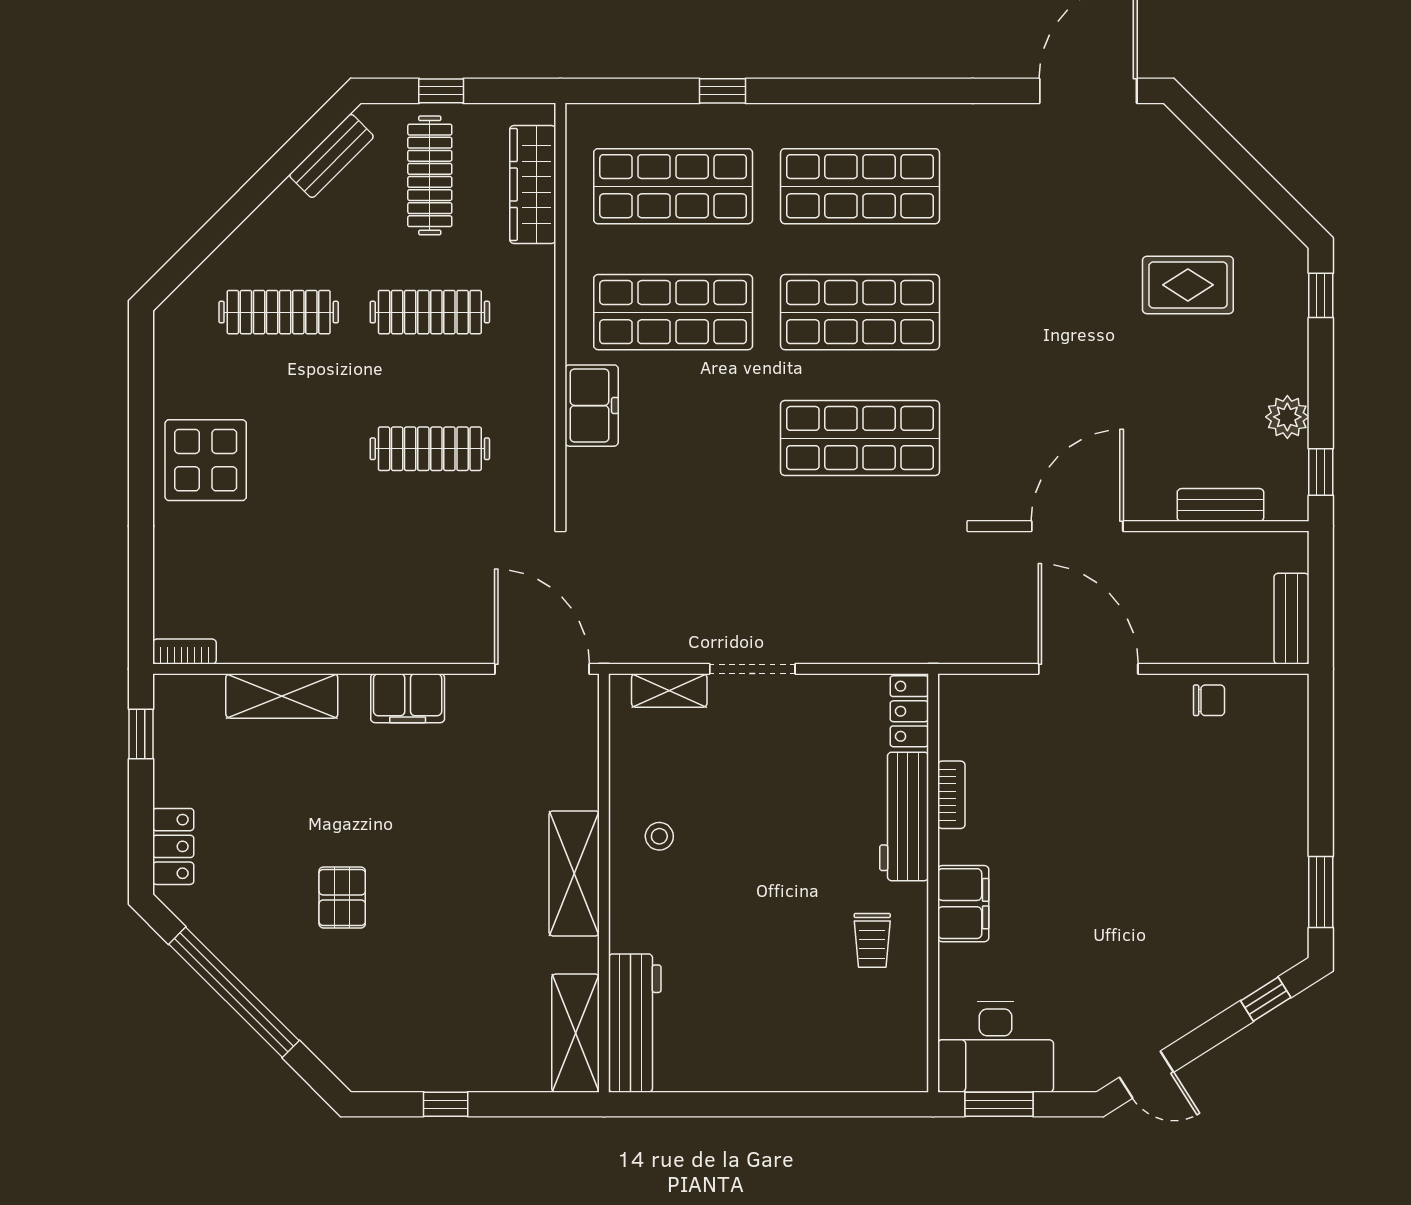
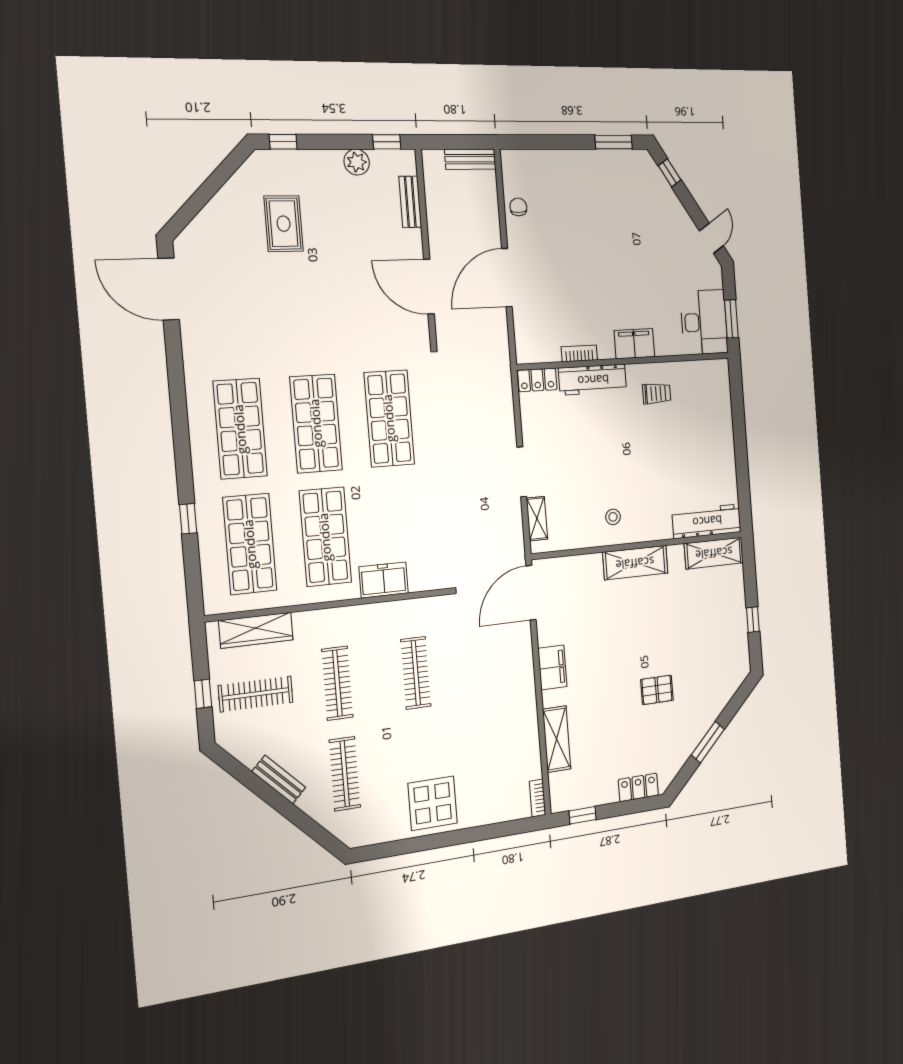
bench: (331, 156) -> (279, 779), moved
window: (234, 992) -> (708, 742), width x0.47

